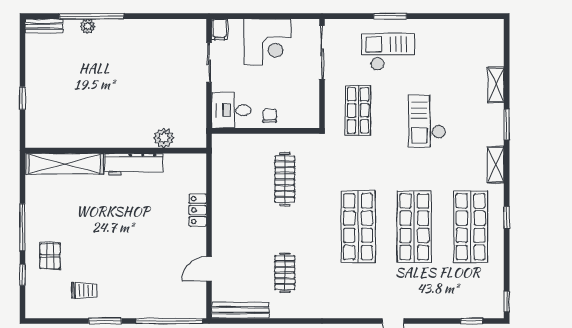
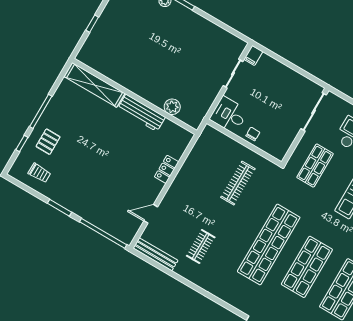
corner desk: (267, 42) -> (281, 83), removed
shop shelf: (358, 227) -> (269, 244), width x1.40
trolley: (84, 290) -> (39, 173), moved

